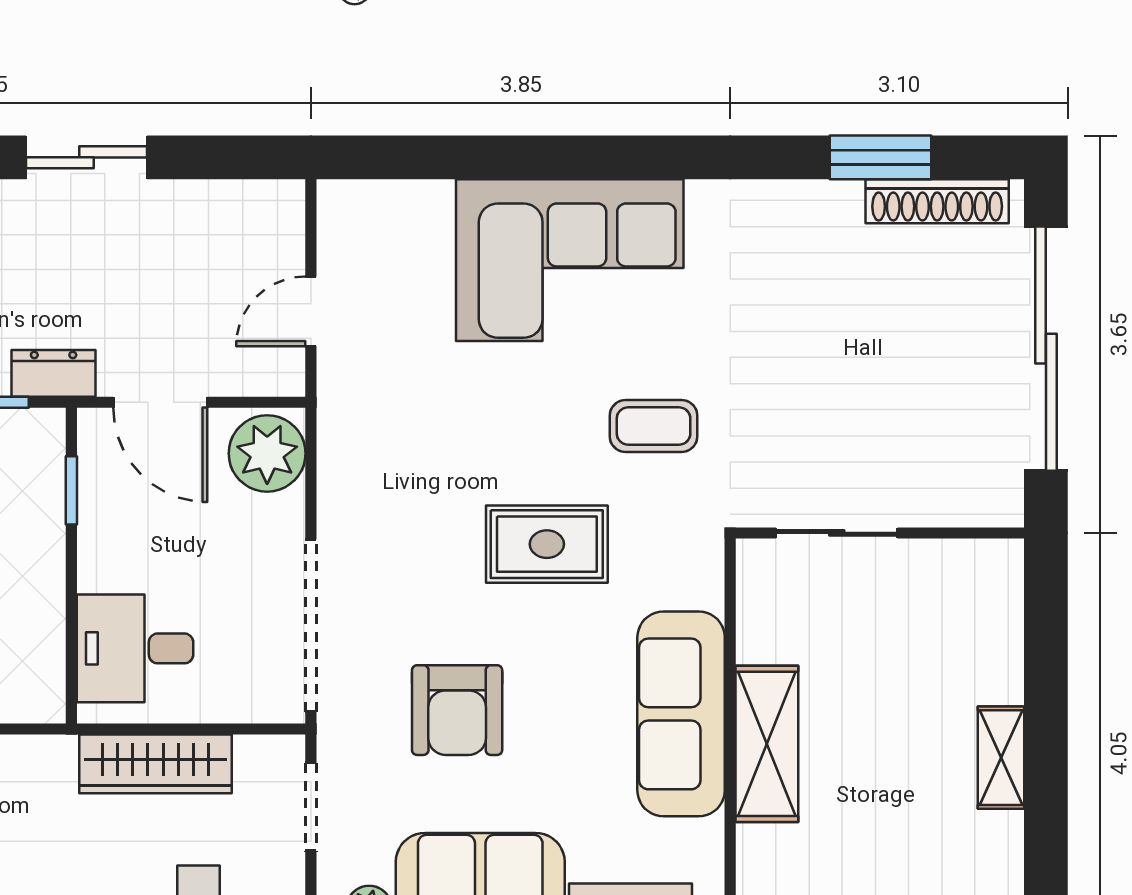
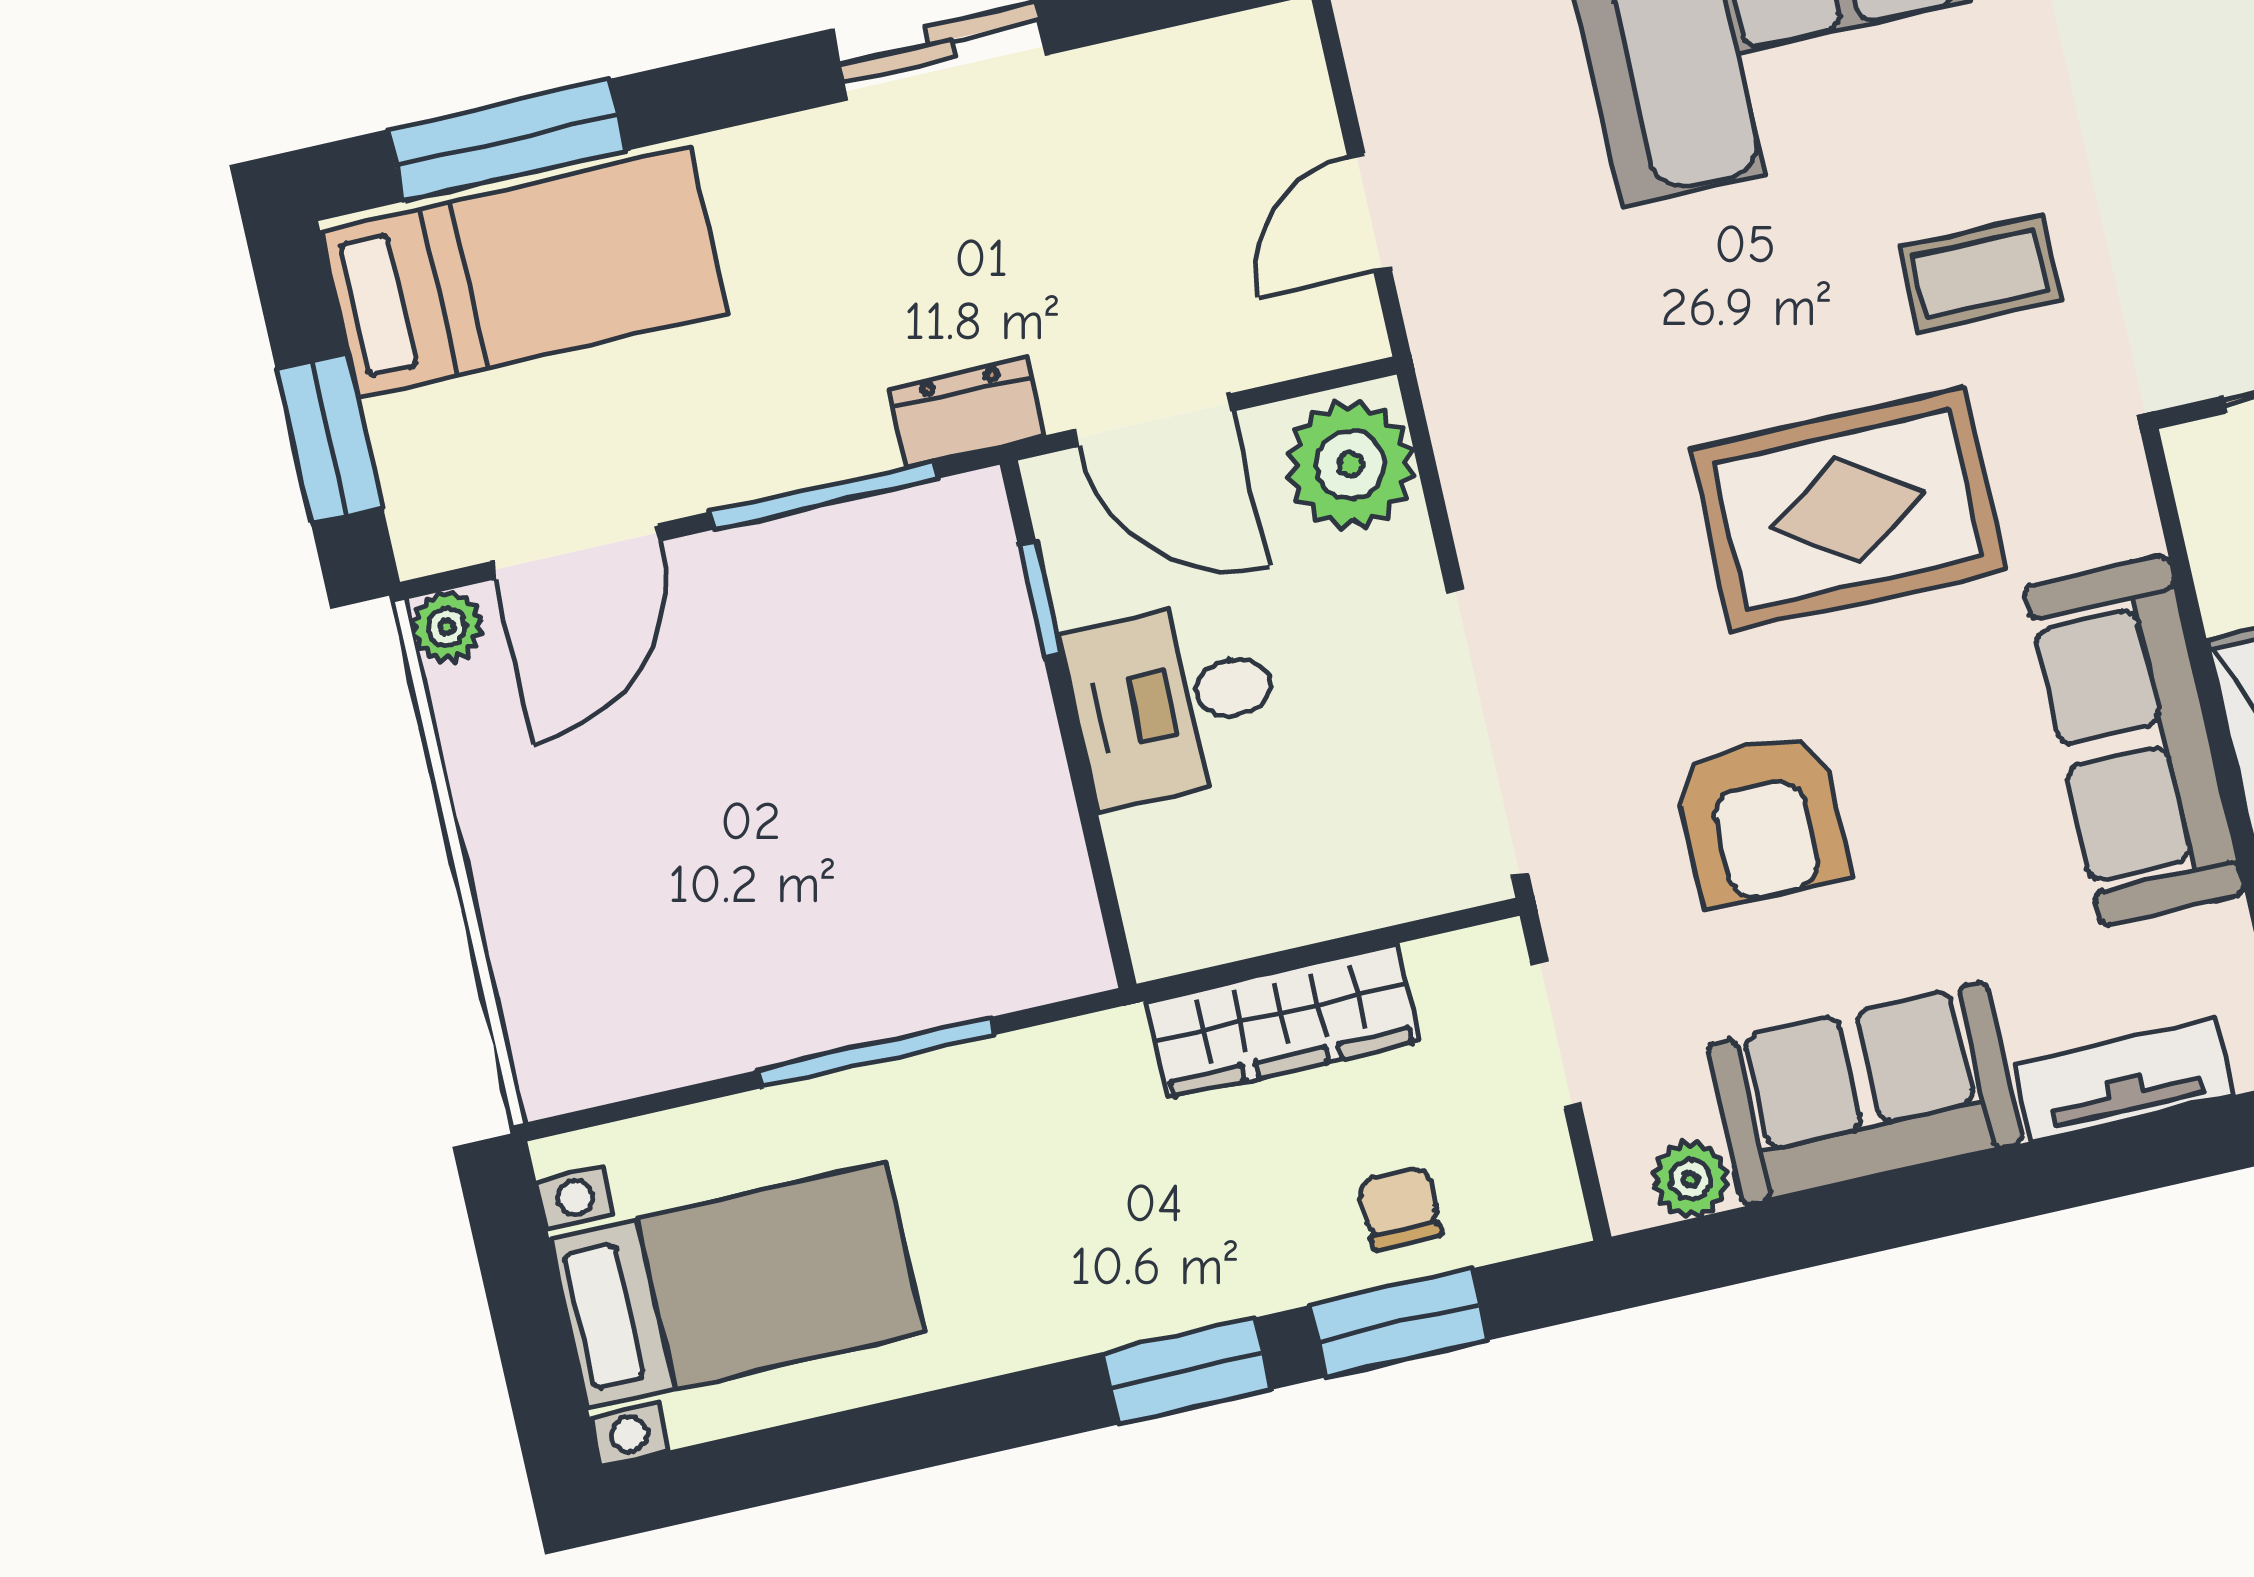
rug: (547, 544) -> (1848, 510), width x1.36, depth x1.43
desk: (135, 648) -> (1174, 701), moved

